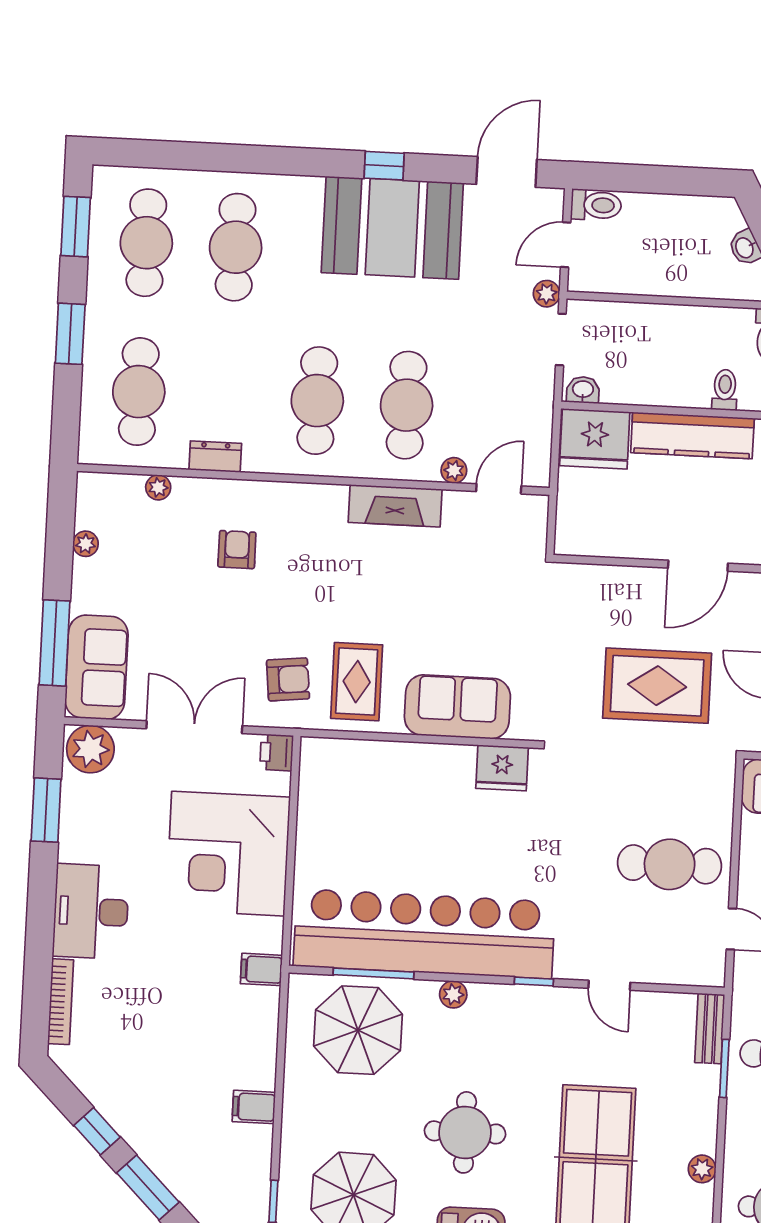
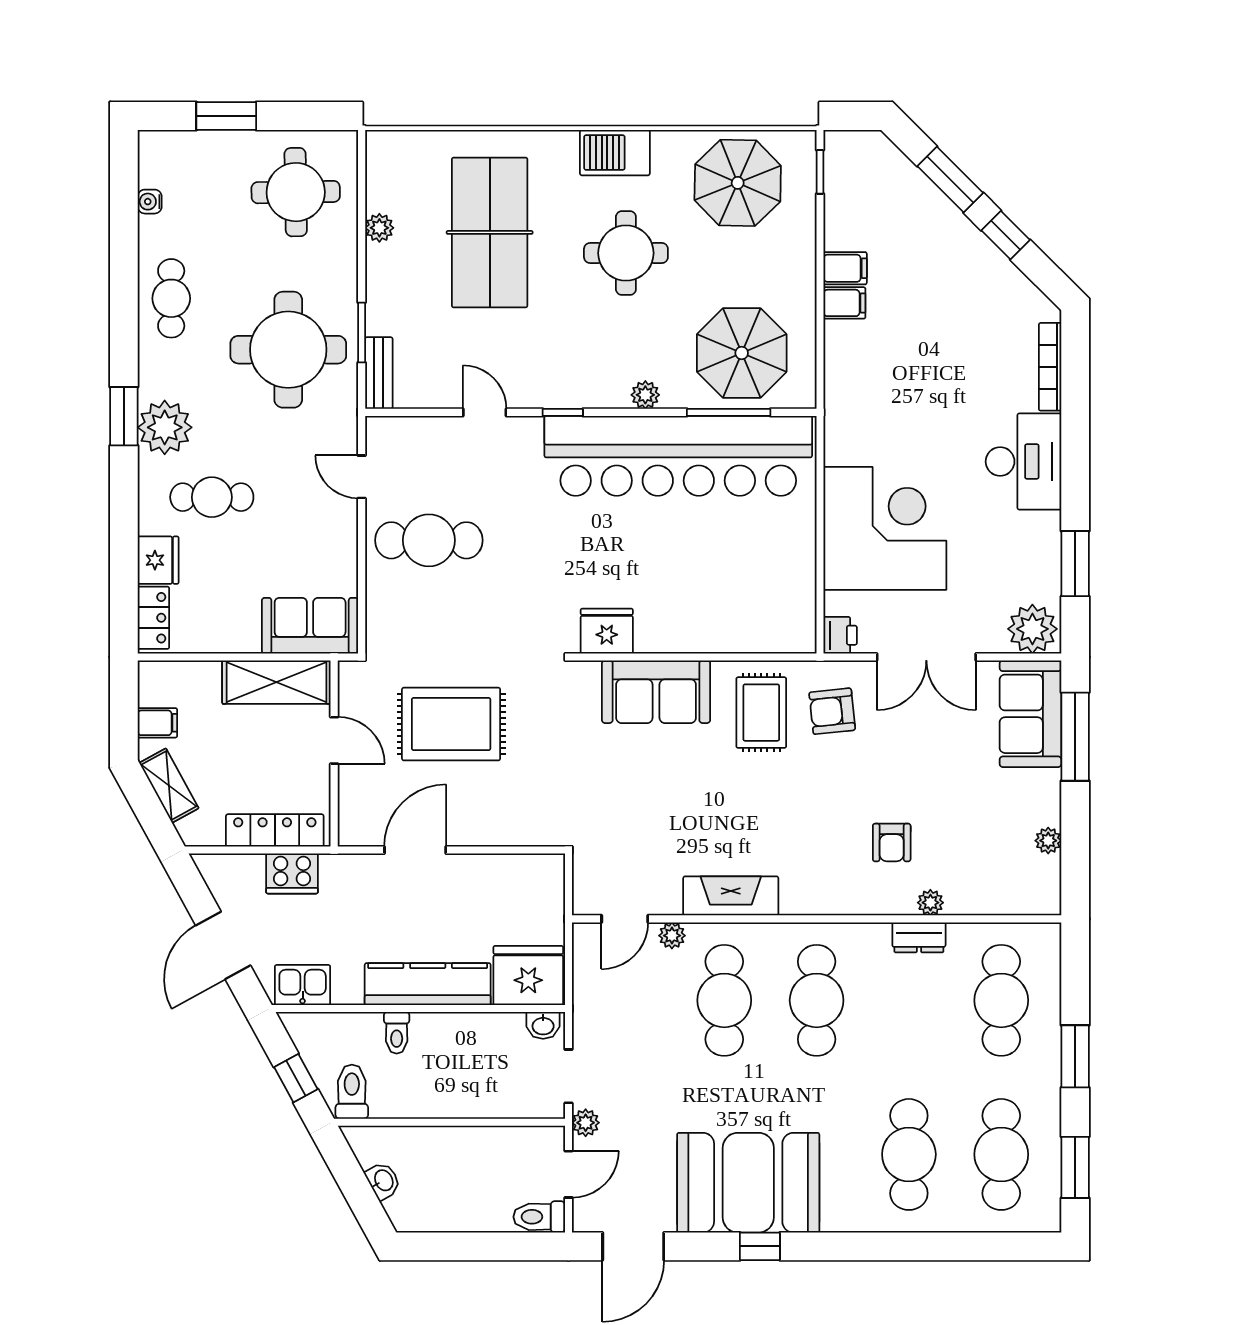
plant: (158, 487) -> (930, 903), moved
filing cabinet: (261, 969) -> (844, 303), moved

